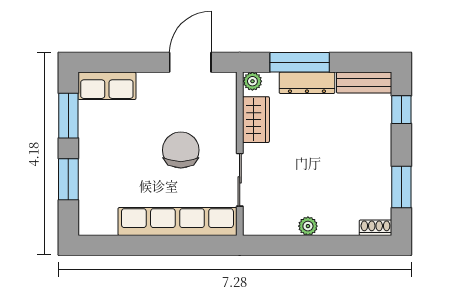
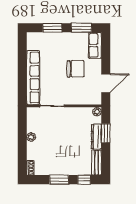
door: (190, 62) -> (106, 83), hinge flipped
window: (300, 62) -> (106, 133), width x0.69
wardrobe: (256, 120) -> (80, 113), removed
chair: (181, 150) -> (76, 69), moved
window: (401, 187) -> (59, 180), moved

